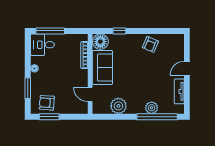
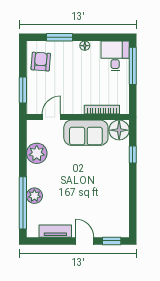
armchair: (150, 44) -> (115, 194), removed
window: (187, 47) -> (112, 241), added
window: (49, 117) -> (23, 90), moved

